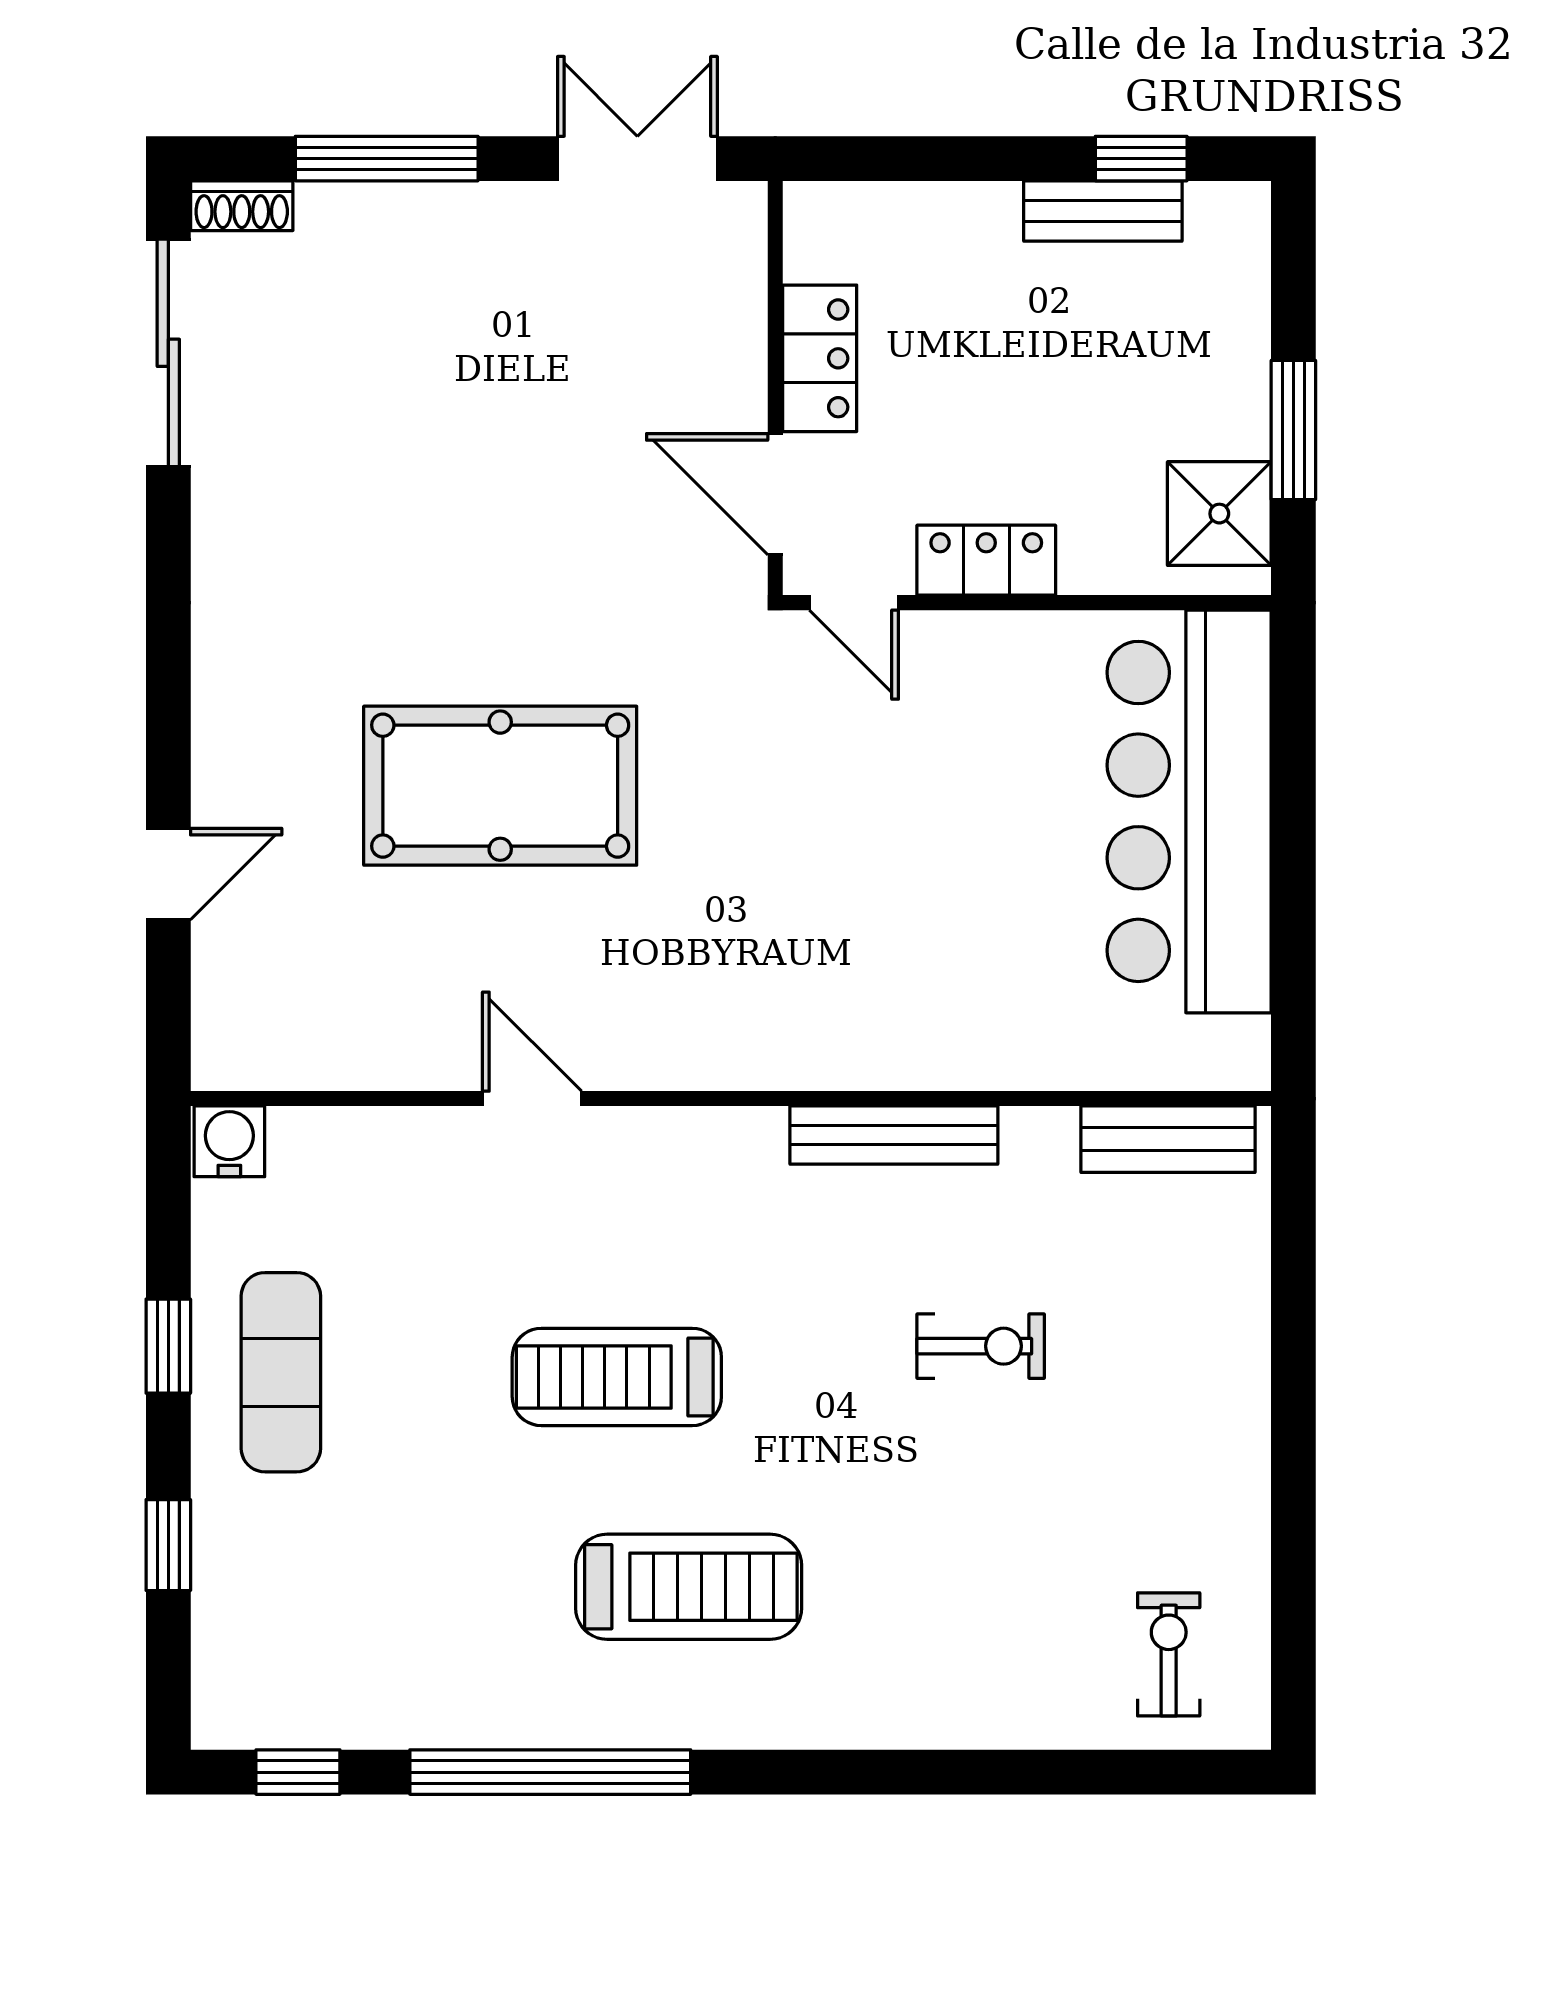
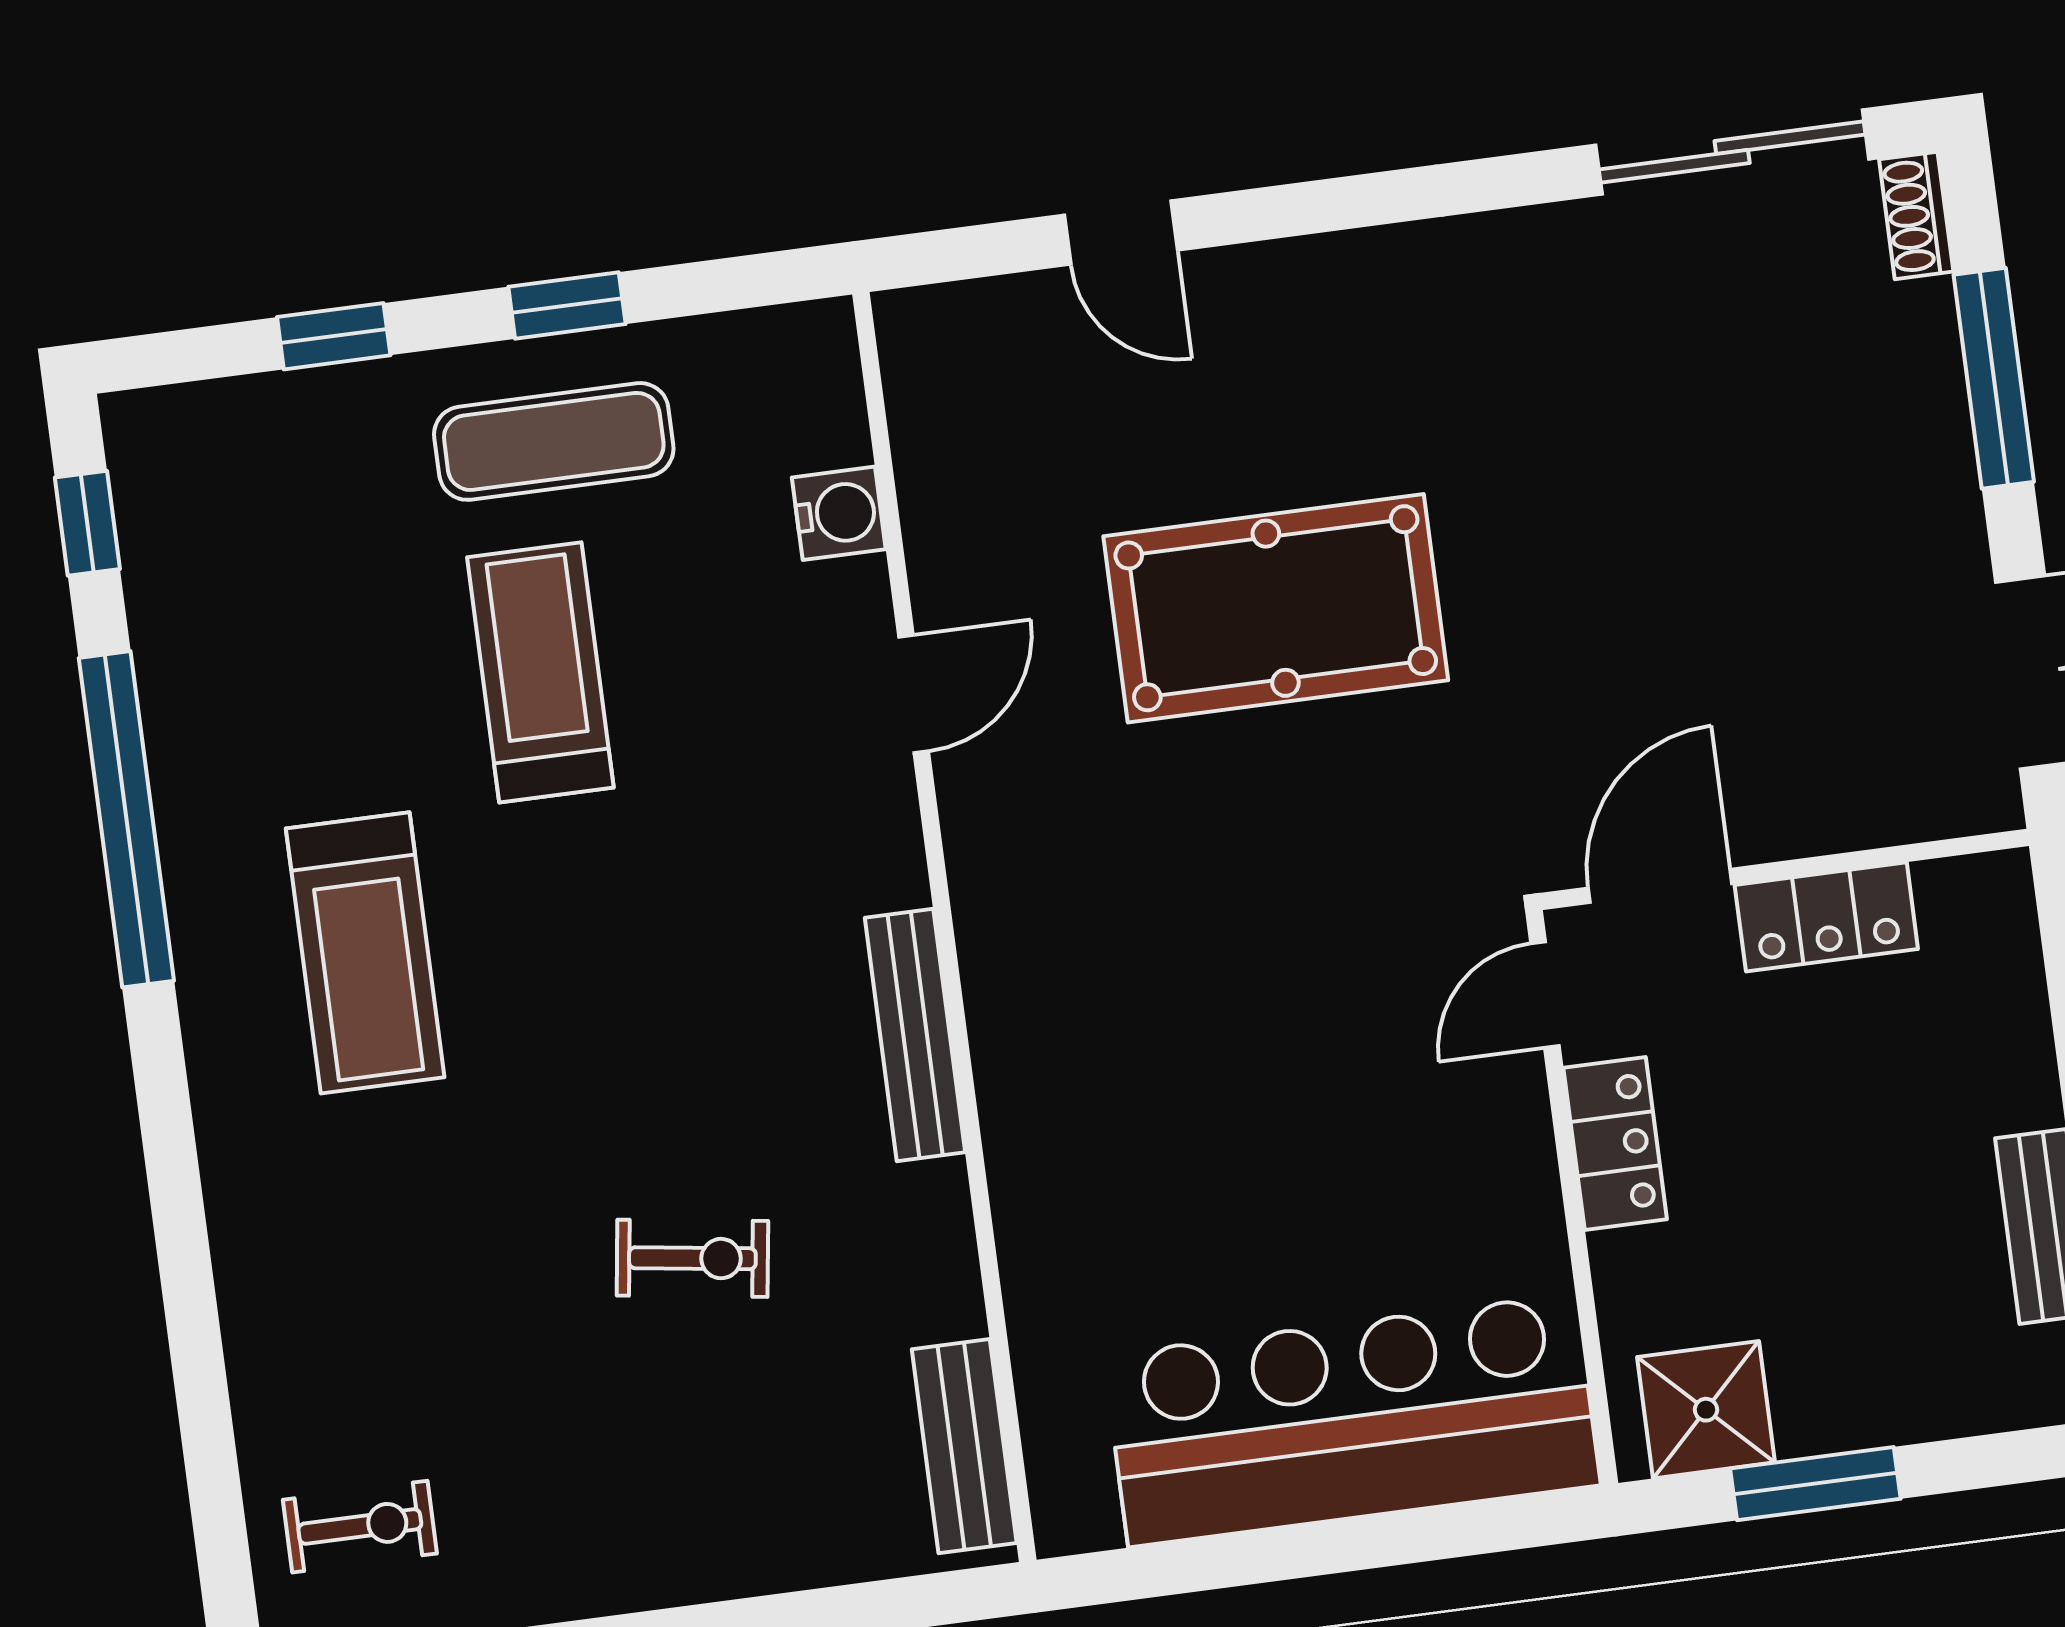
pool table: (500, 786) -> (1276, 608), turned 90
bench: (894, 1135) -> (915, 1035), moved
water cooler: (229, 1141) -> (839, 513), moved
exercise bike: (981, 1346) -> (692, 1258), turned -82
treadmill: (617, 1377) -> (540, 672), moved

